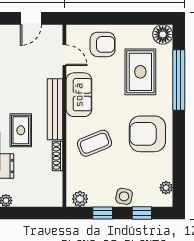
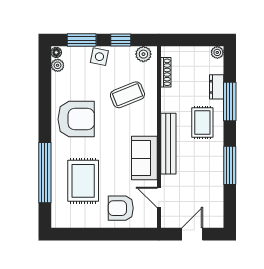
floor lamp: (163, 34) -> (56, 52), moved, width x0.53, depth x0.53
coffee table: (94, 143) -> (127, 95), moved
shoe rack: (57, 156) -> (166, 72), moved
window: (142, 213) -> (82, 40), width x1.50

